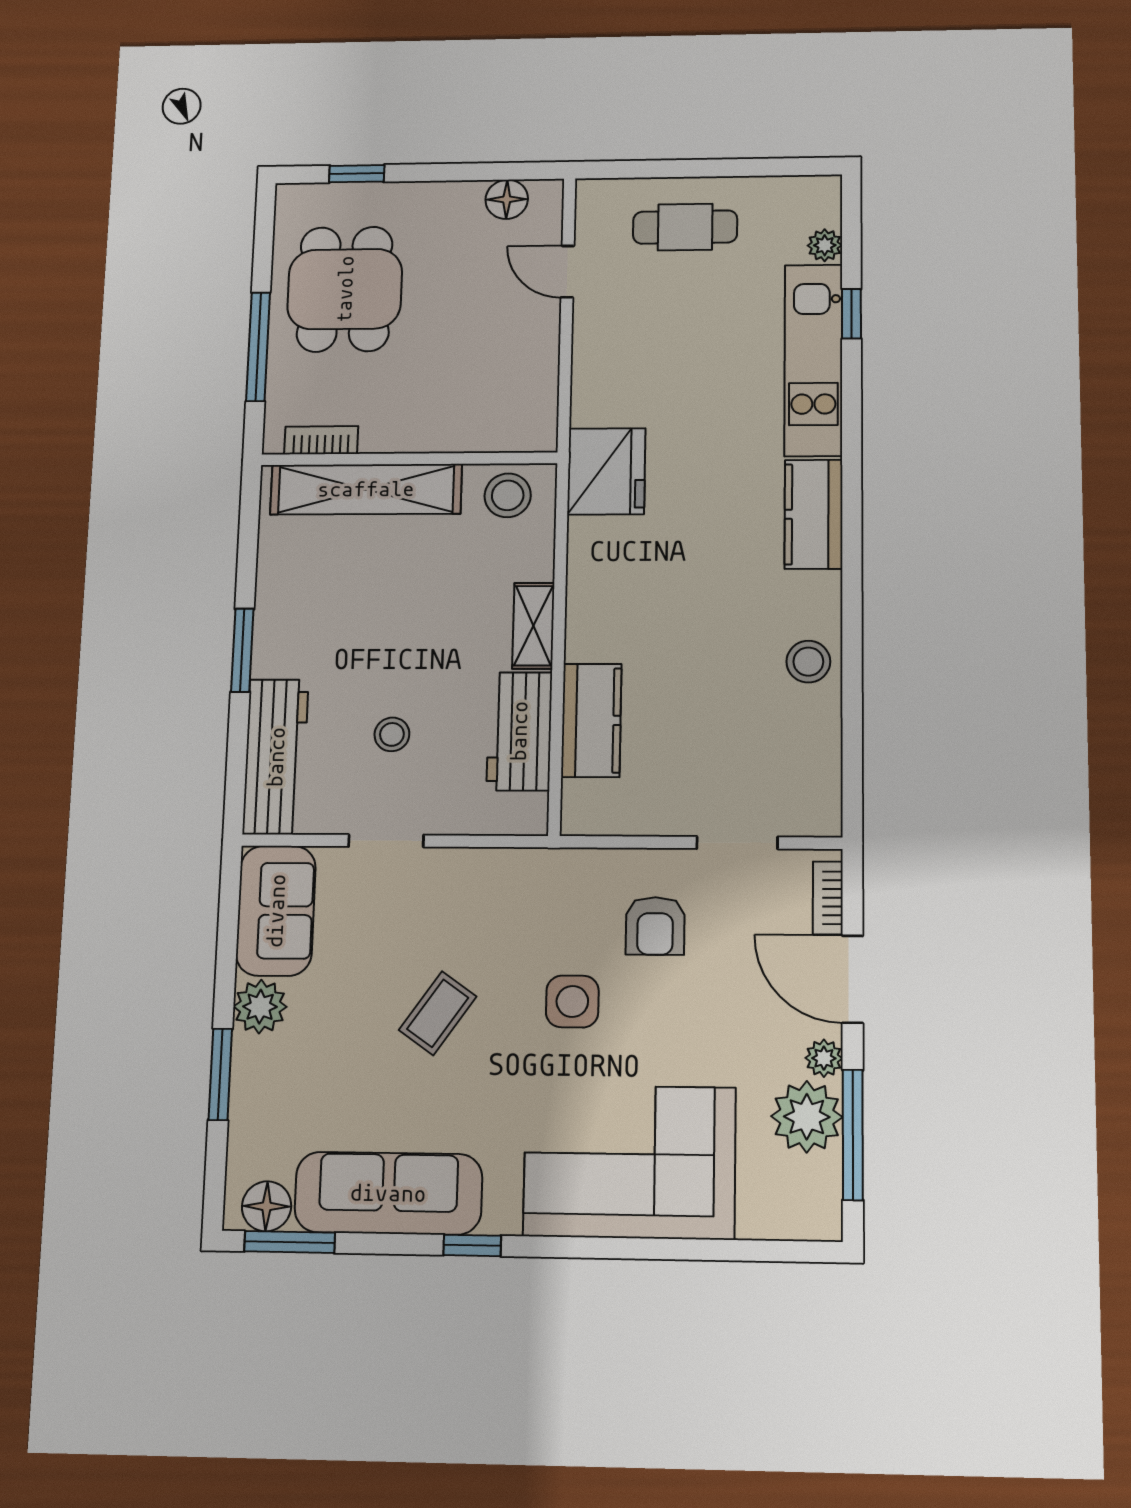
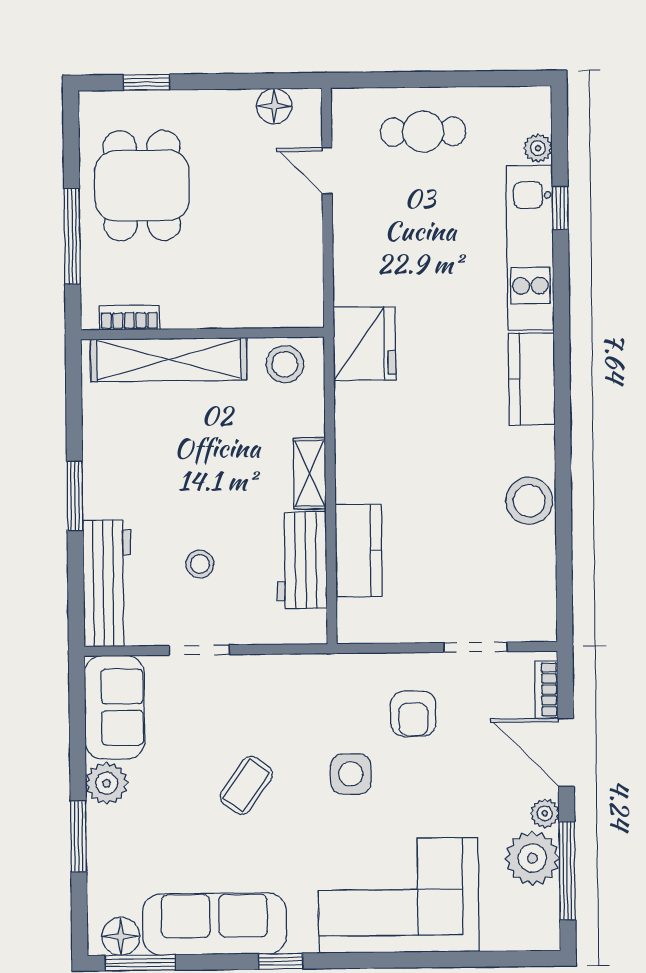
stool: (808, 662) -> (529, 501), width x1.38, depth x1.38

